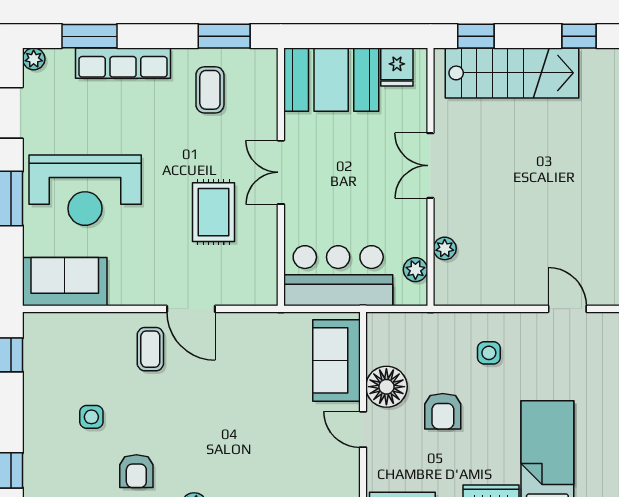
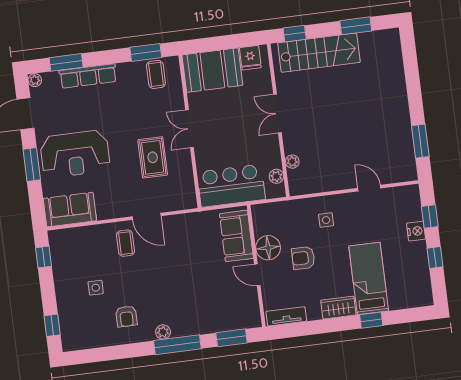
window: (579, 36) -> (356, 26), width x1.50
coffee table: (210, 90) -> (156, 74), moved
armchair: (443, 411) -> (303, 258), turned 90

